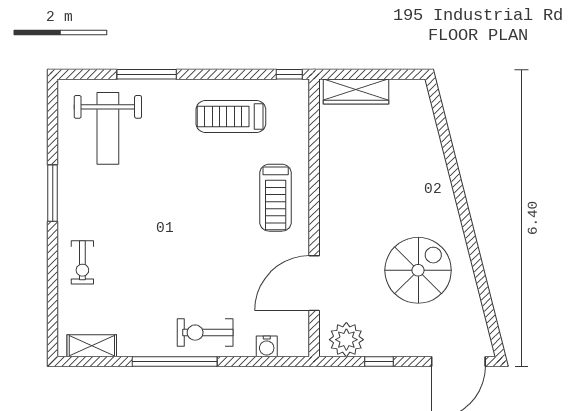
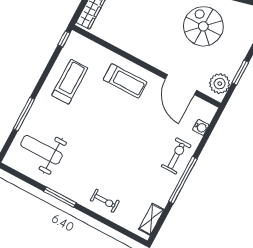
treadmill: (231, 117) -> (70, 82), turned 180
weight bench: (108, 128) -> (41, 150), turned 180
exercise bike: (205, 333) -> (176, 156), turned 180
window: (379, 361) -> (240, 73), width x1.50

